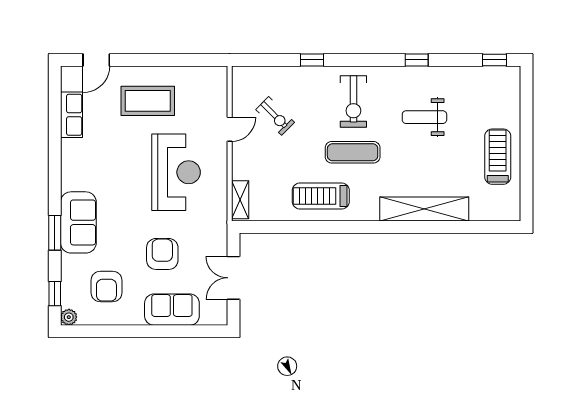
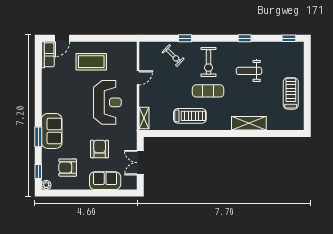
row of seats: (72, 115) -> (48, 55), moved
exercise bike: (275, 116) -> (173, 56), moved
treadmill: (321, 196) -> (190, 116), turned 180
shelving: (424, 209) -> (249, 123), width x0.68
armchair: (106, 287) -> (68, 168), turned 90

